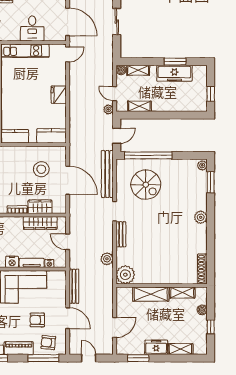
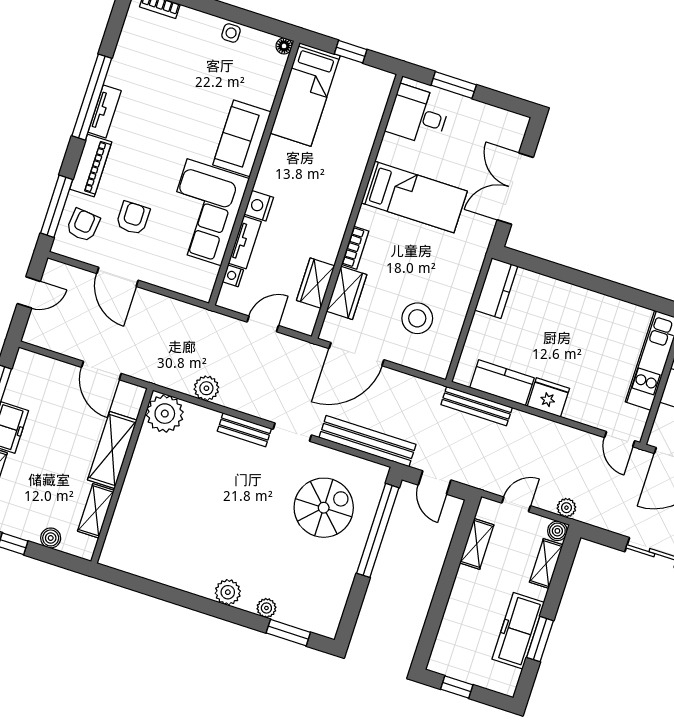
plant: (108, 109) -> (566, 508), moved
kitchen counter: (52, 136) -> (502, 383), moved, turned -90
plant: (202, 165) -> (266, 608), moved
door: (68, 180) -> (356, 354), moved
spiral stairs: (146, 185) -> (324, 508), turned 180
wardrobe: (40, 223) -> (316, 283), width x0.67
shoe rack: (202, 269) -> (128, 564), removed
bench: (74, 286) -> (477, 406), moved
door: (68, 318) -> (117, 277), hinge flipped
door: (115, 327) -> (101, 370), moved

